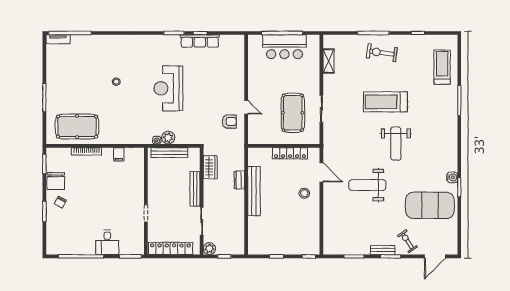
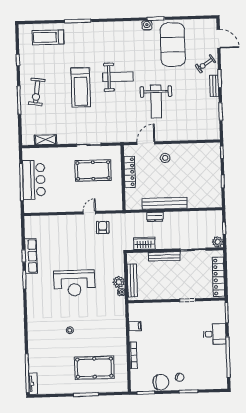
pool table: (77, 127) -> (94, 368), moved, turned 90

